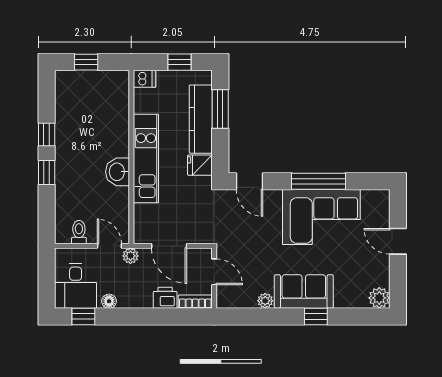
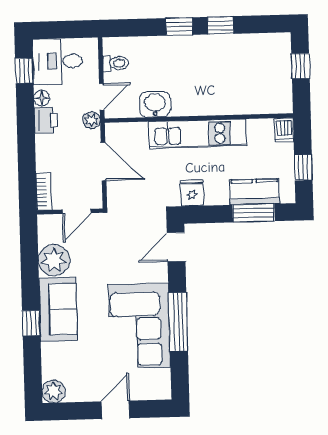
kitchen counter: (201, 119) -> (255, 192), width x0.67
washbasin: (118, 172) -> (155, 104), moved
door: (169, 246) -> (104, 162), swing flipped
printer: (165, 298) -> (46, 120), moved
plant: (265, 301) -> (54, 260), width x1.88, depth x1.88

